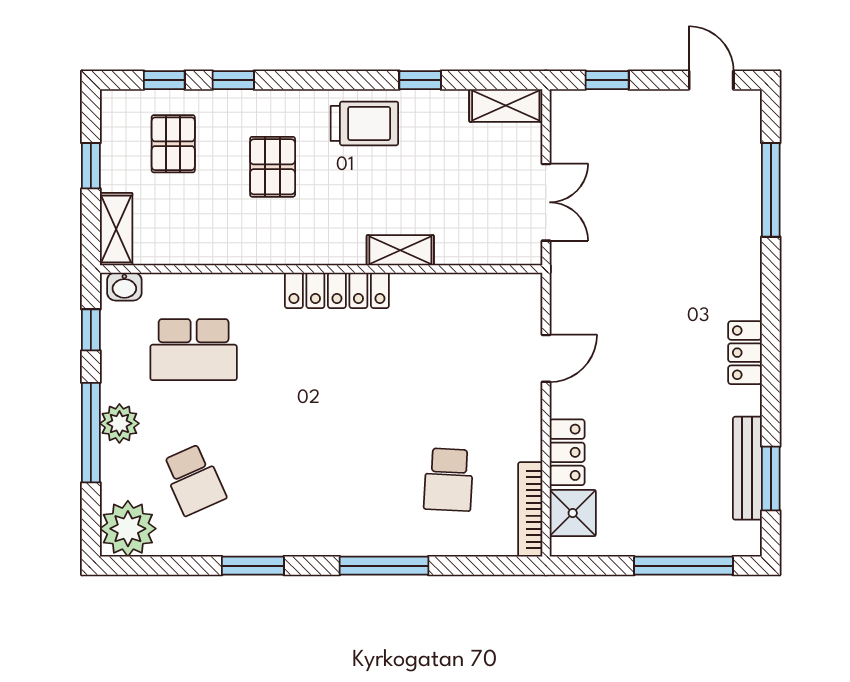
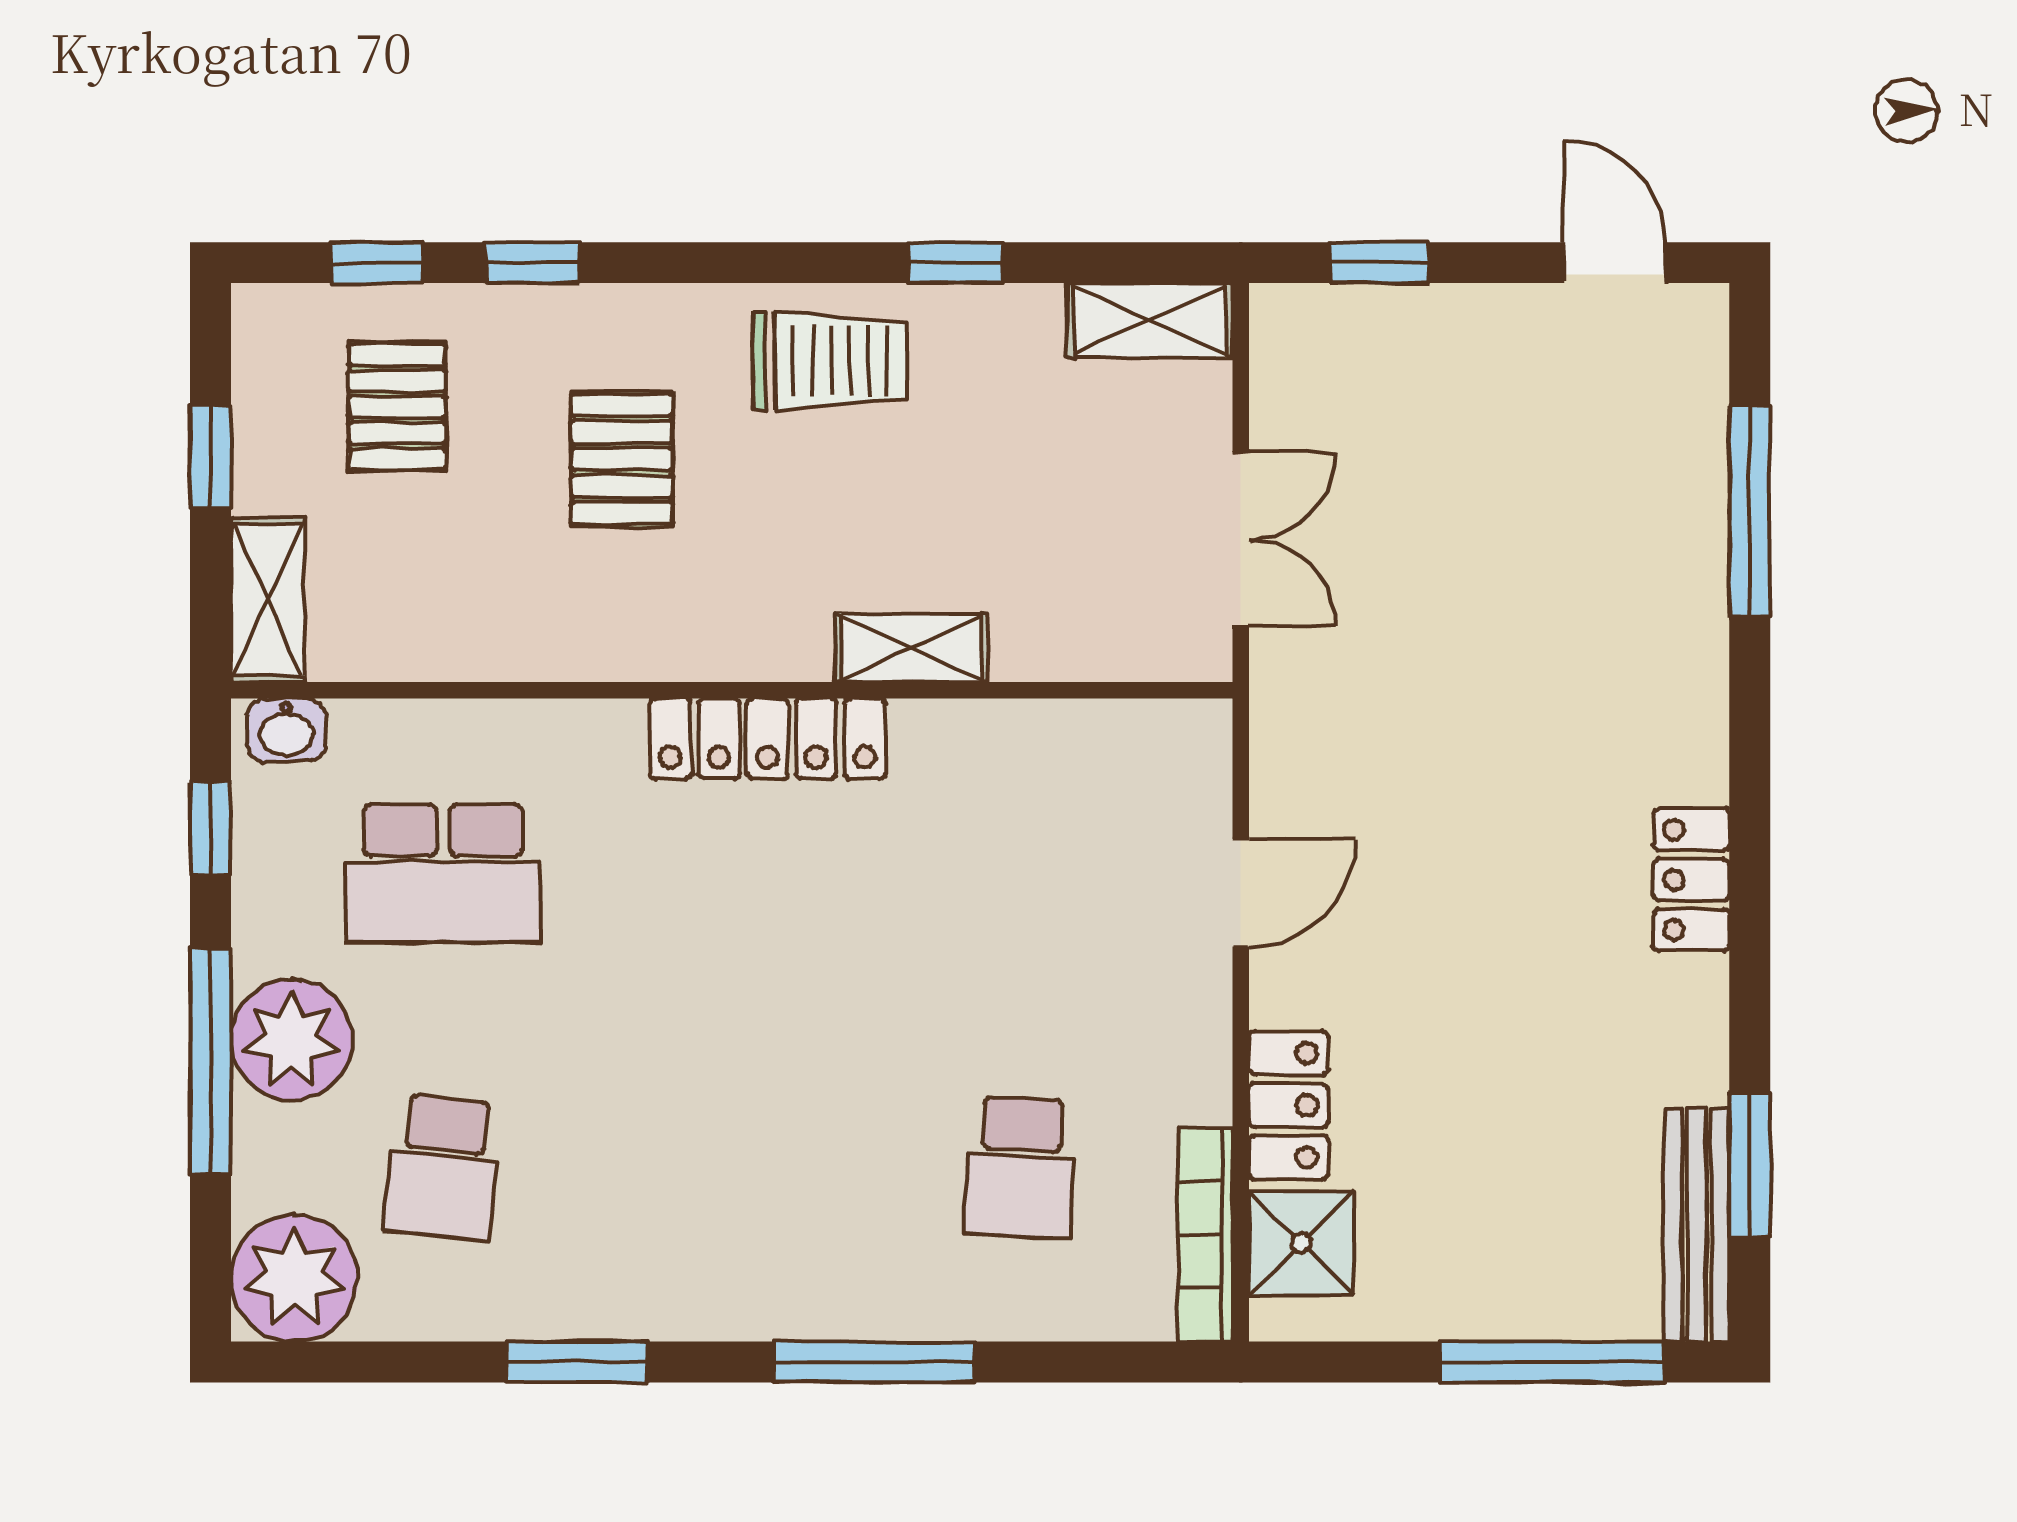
plant: (119, 423) -> (291, 1040), width x1.36, depth x1.36
bench: (747, 468) -> (1697, 1225), moved
school desk: (194, 480) -> (443, 1167), turned 30

